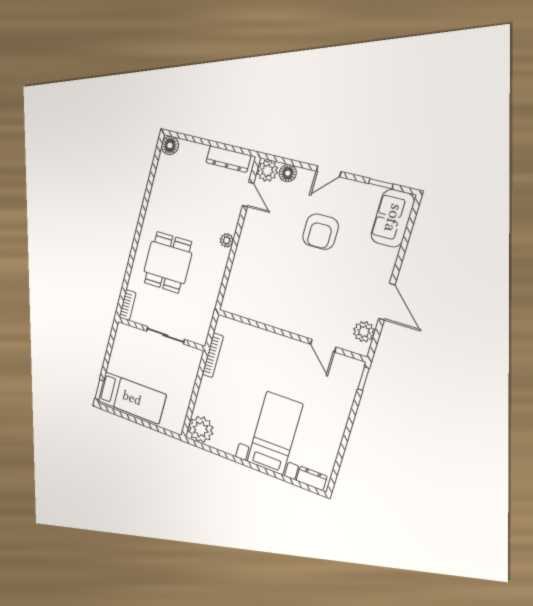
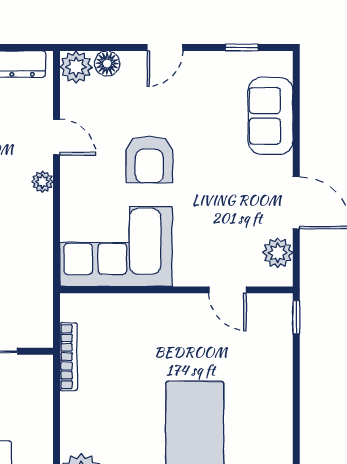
door: (248, 194) -> (57, 137), moved
sofa: (393, 218) -> (271, 116), moved
armchair: (320, 232) -> (149, 159), moved
corner sofa: (260, 295) -> (116, 246), added

